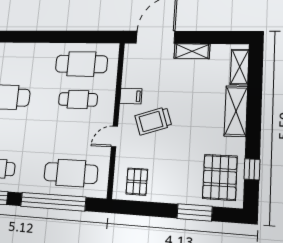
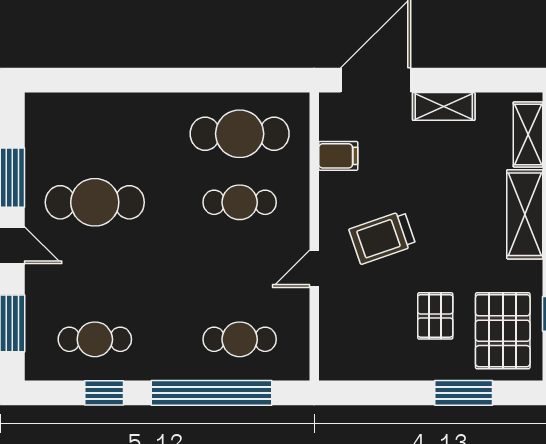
filing cabinet: (131, 96) -> (338, 156), moved
cafe table: (71, 173) -> (240, 339), width x0.73, depth x0.74
pallet: (137, 182) -> (435, 316), moved

